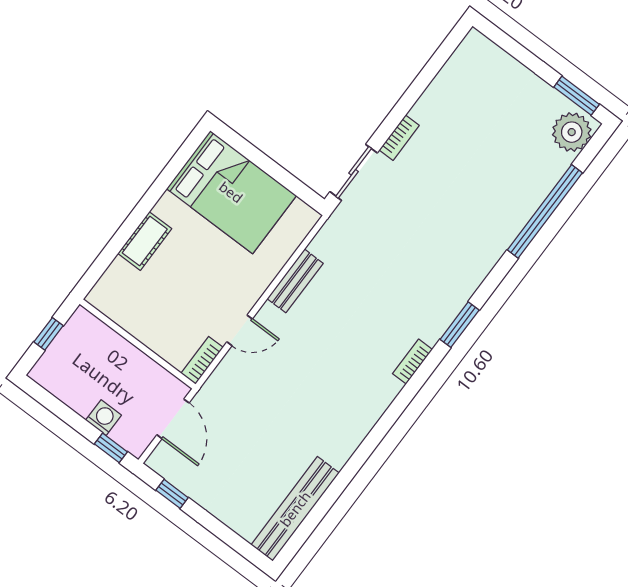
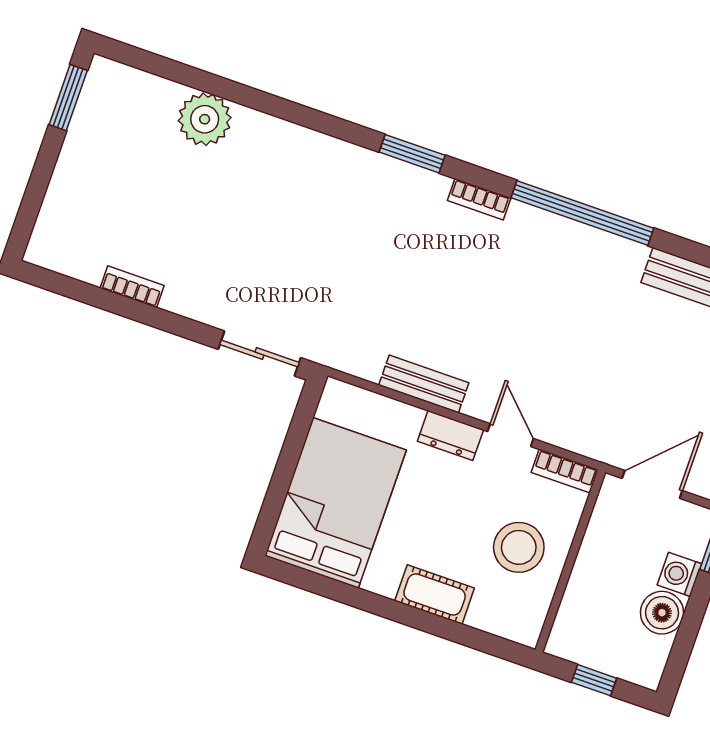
plant: (572, 132) -> (205, 119), moved
bookcase: (399, 138) -> (132, 287), moved
window: (545, 211) -> (582, 213), moved
dresser: (253, 288) -> (450, 436), added
stool: (159, 311) -> (519, 547), added
boiler: (81, 397) -> (662, 613), added

